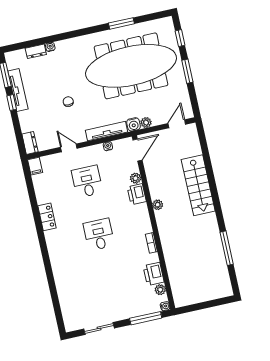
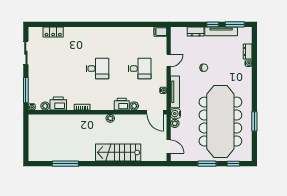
dresser: (30, 143) -> (196, 32), moved
locker: (47, 217) -> (53, 32), moved

